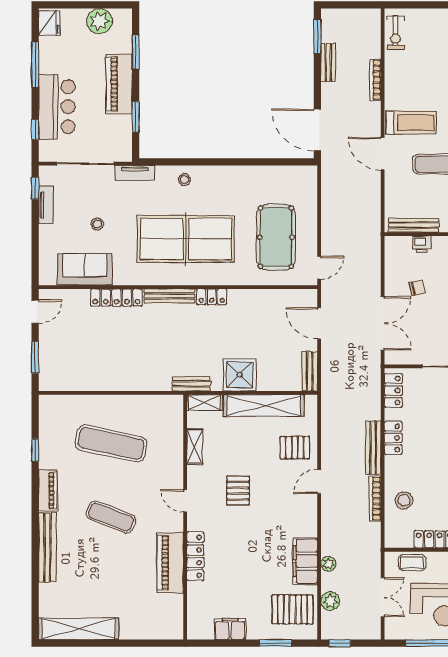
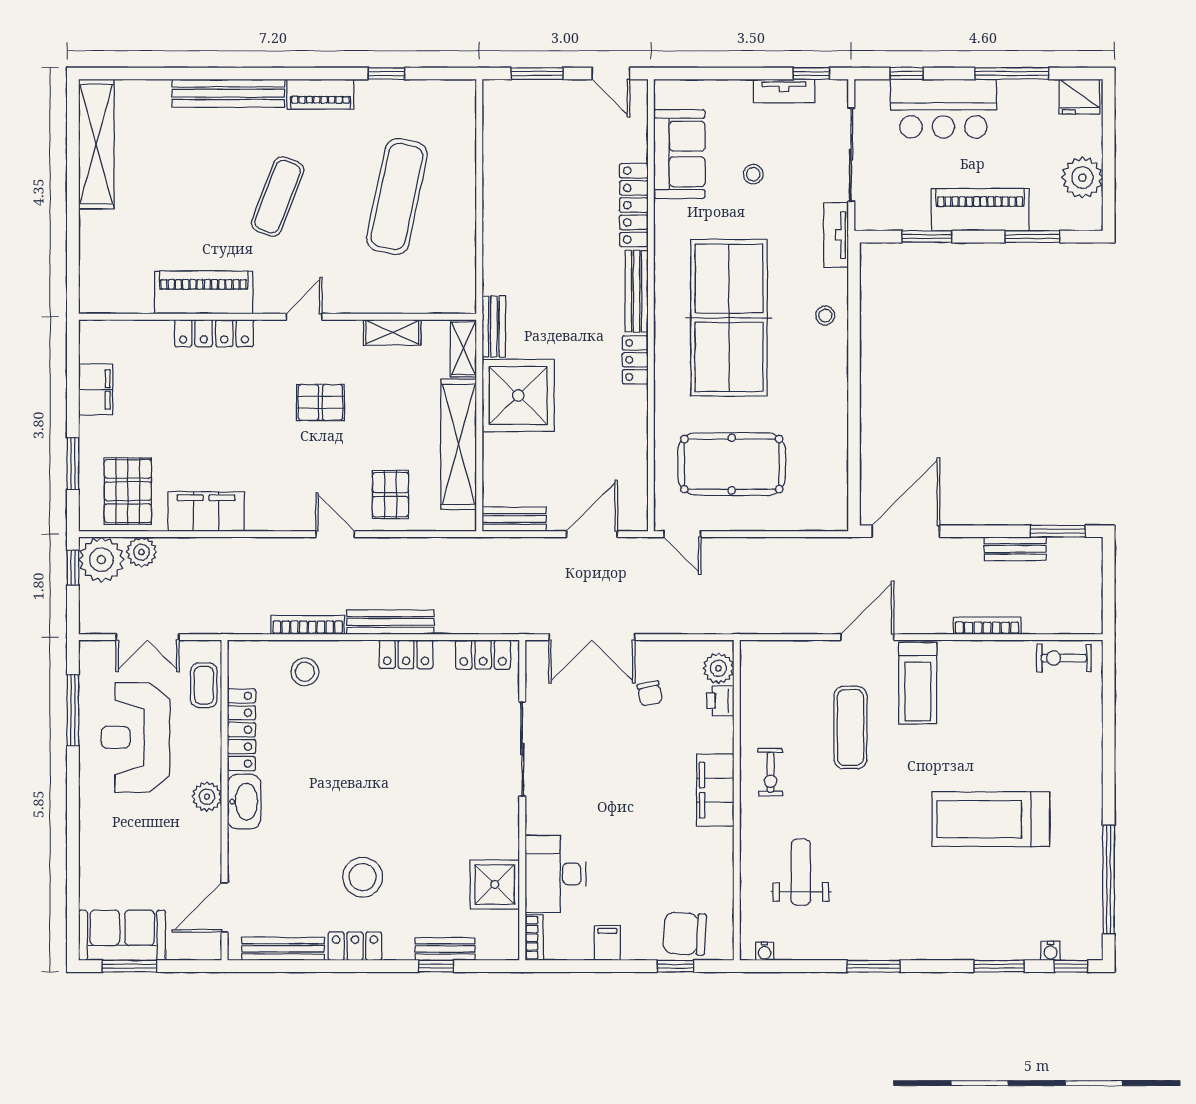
bench: (414, 225) -> (751, 688), removed
plant: (402, 245) -> (718, 668), added
shower: (240, 375) -> (518, 395), width x1.37, depth x1.37
plant: (328, 564) -> (101, 560), moved, width x1.88, depth x1.88

